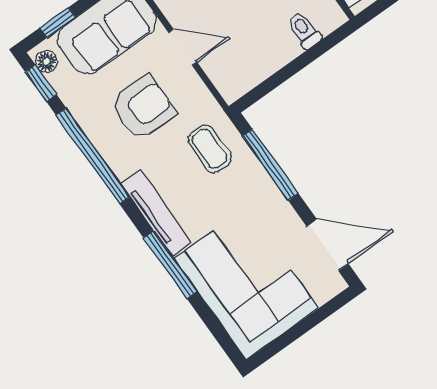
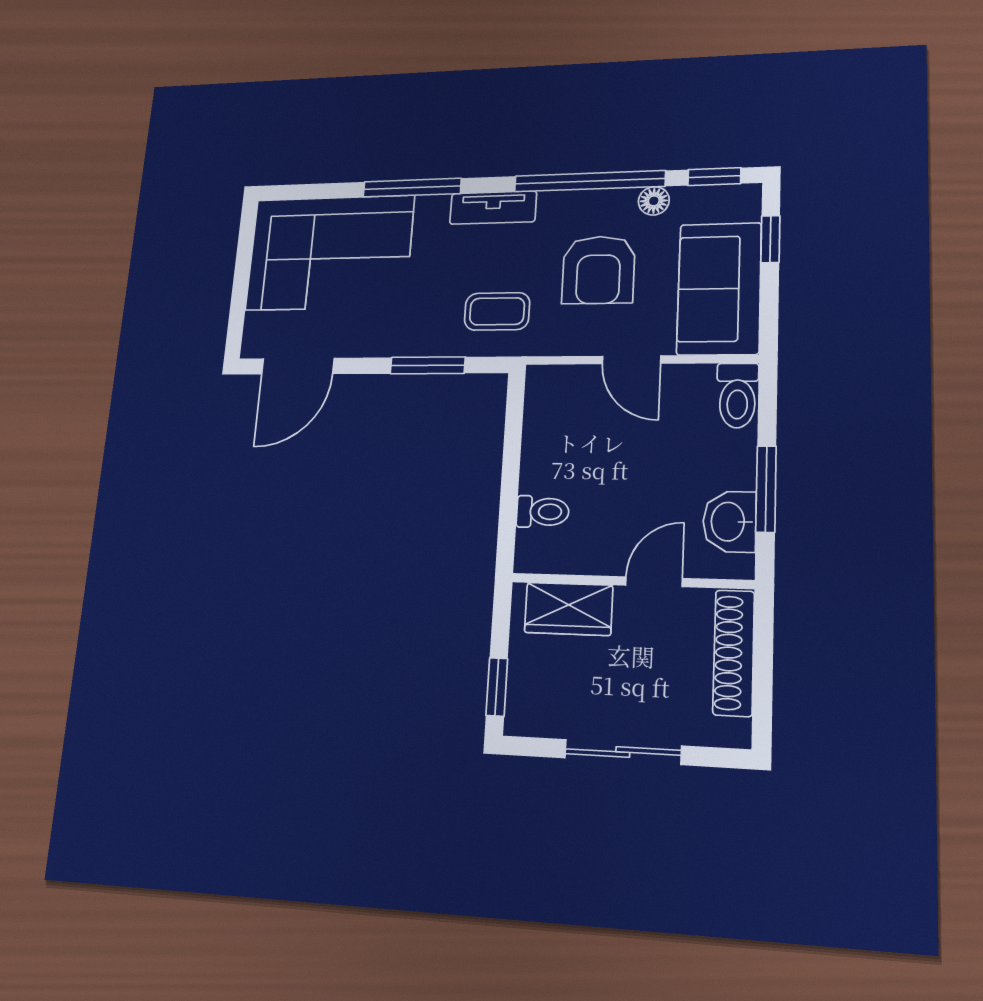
door: (183, 47) -> (631, 360), hinge flipped
floor lamp: (47, 62) -> (654, 201), moved
window: (270, 165) -> (428, 365), width x0.69
tv unit: (156, 213) -> (493, 208), width x0.71

